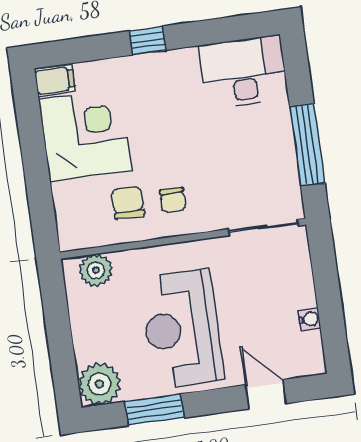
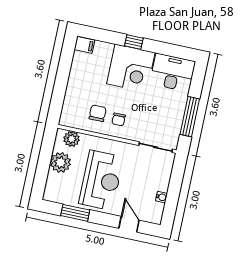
corner desk: (86, 135) -> (131, 68), moved, turned 90
reception desk: (182, 329) -> (101, 180), turned 180
plant: (99, 384) -> (60, 162), moved

